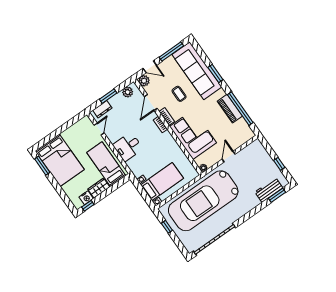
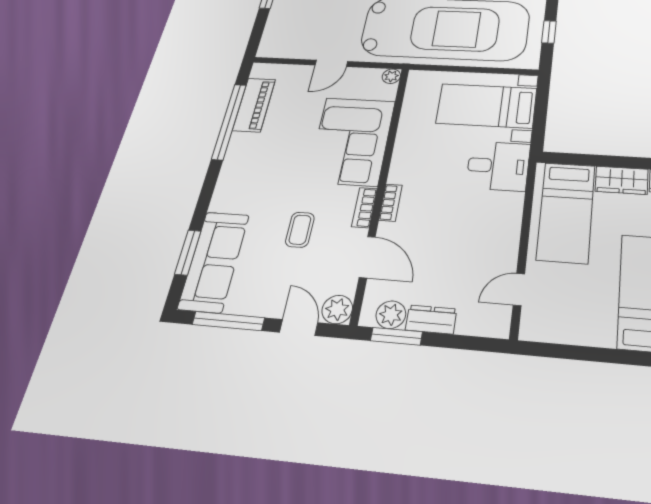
sofa: (197, 71) -> (214, 261), width x0.74, depth x0.79
window: (215, 73) -> (188, 252), moved
window: (108, 96) -> (396, 336), moved
door: (151, 103) -> (367, 257), hinge flipped
dresser: (102, 109) -> (431, 319), moved
piano: (230, 109) -> (254, 105), moved
desk: (128, 147) -> (498, 166), moved

